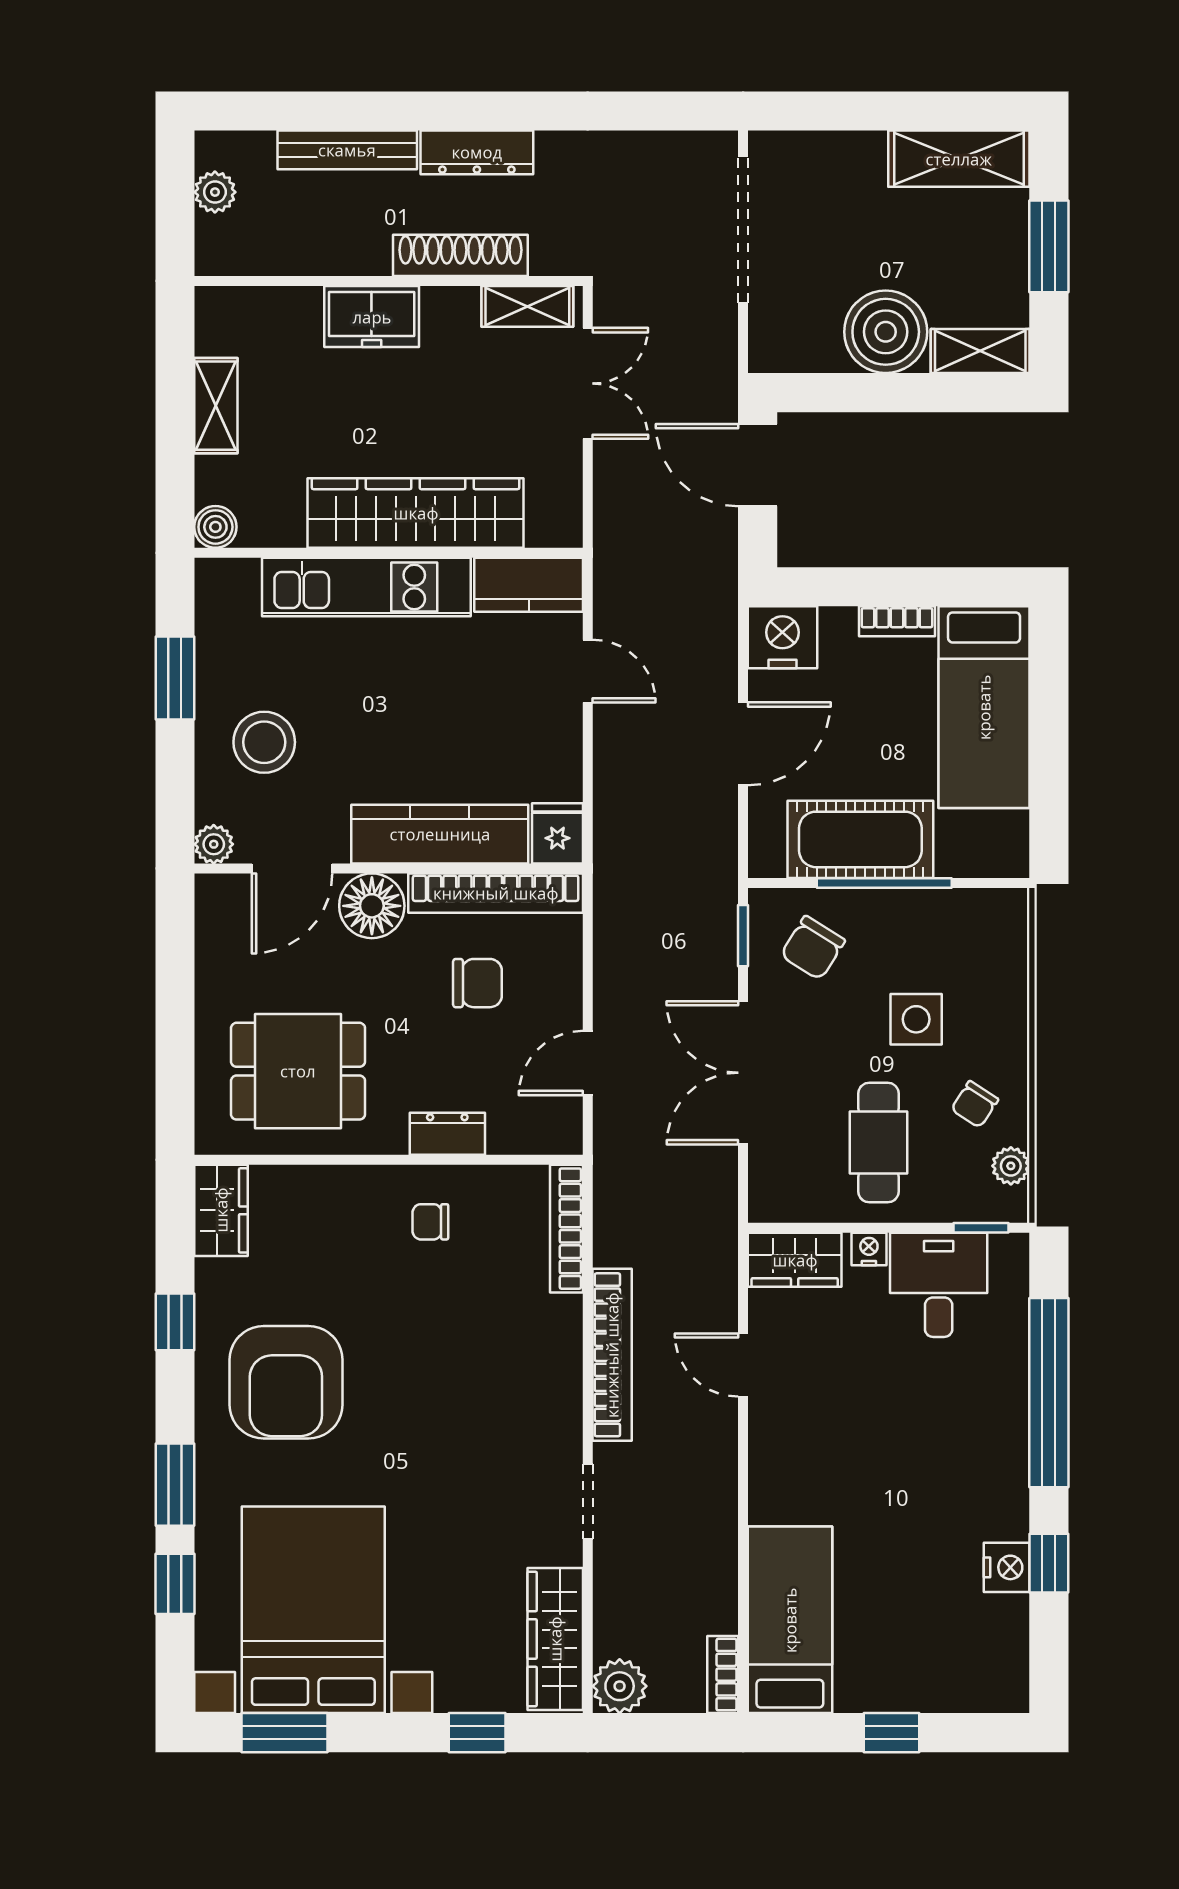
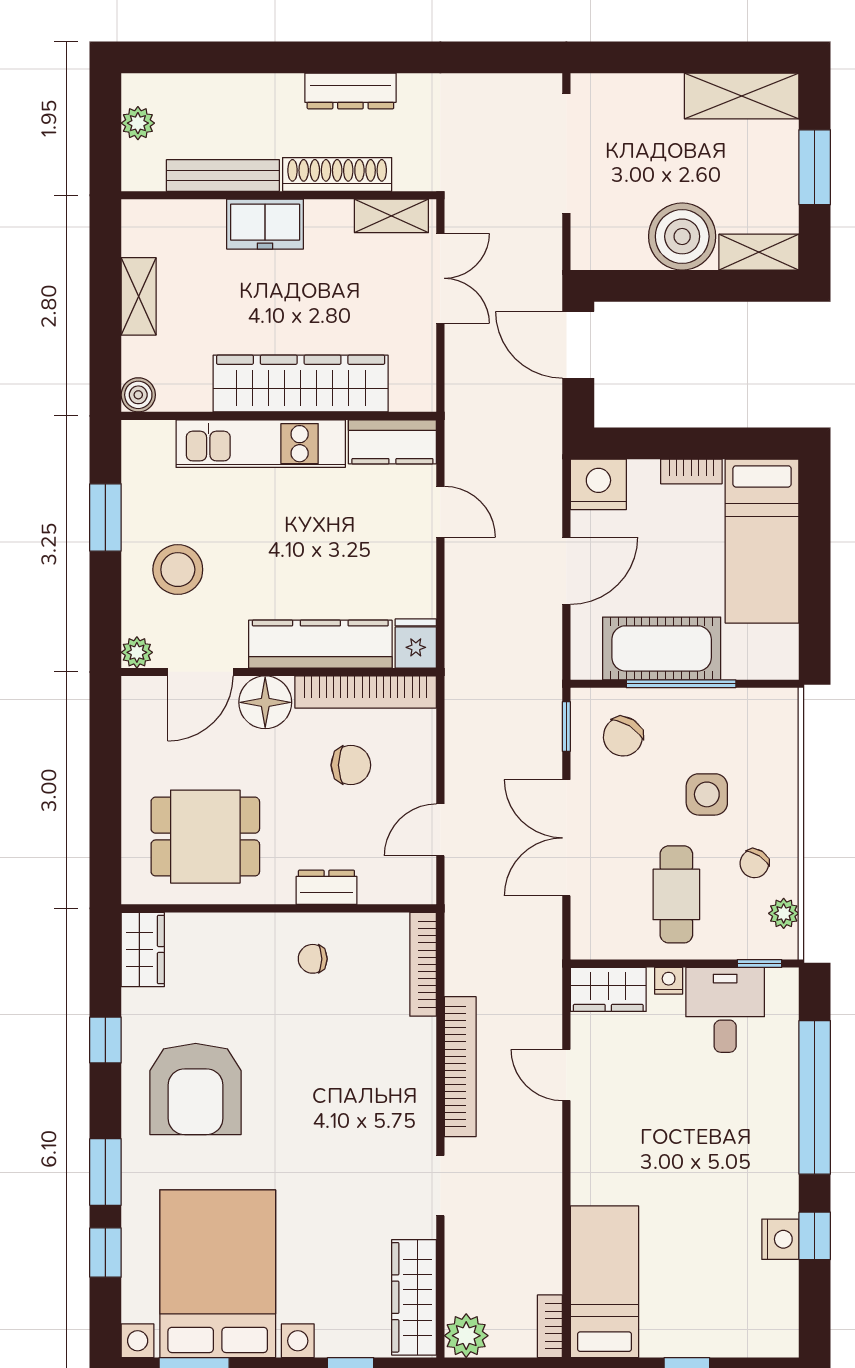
bench: (347, 150) -> (223, 175), moved

